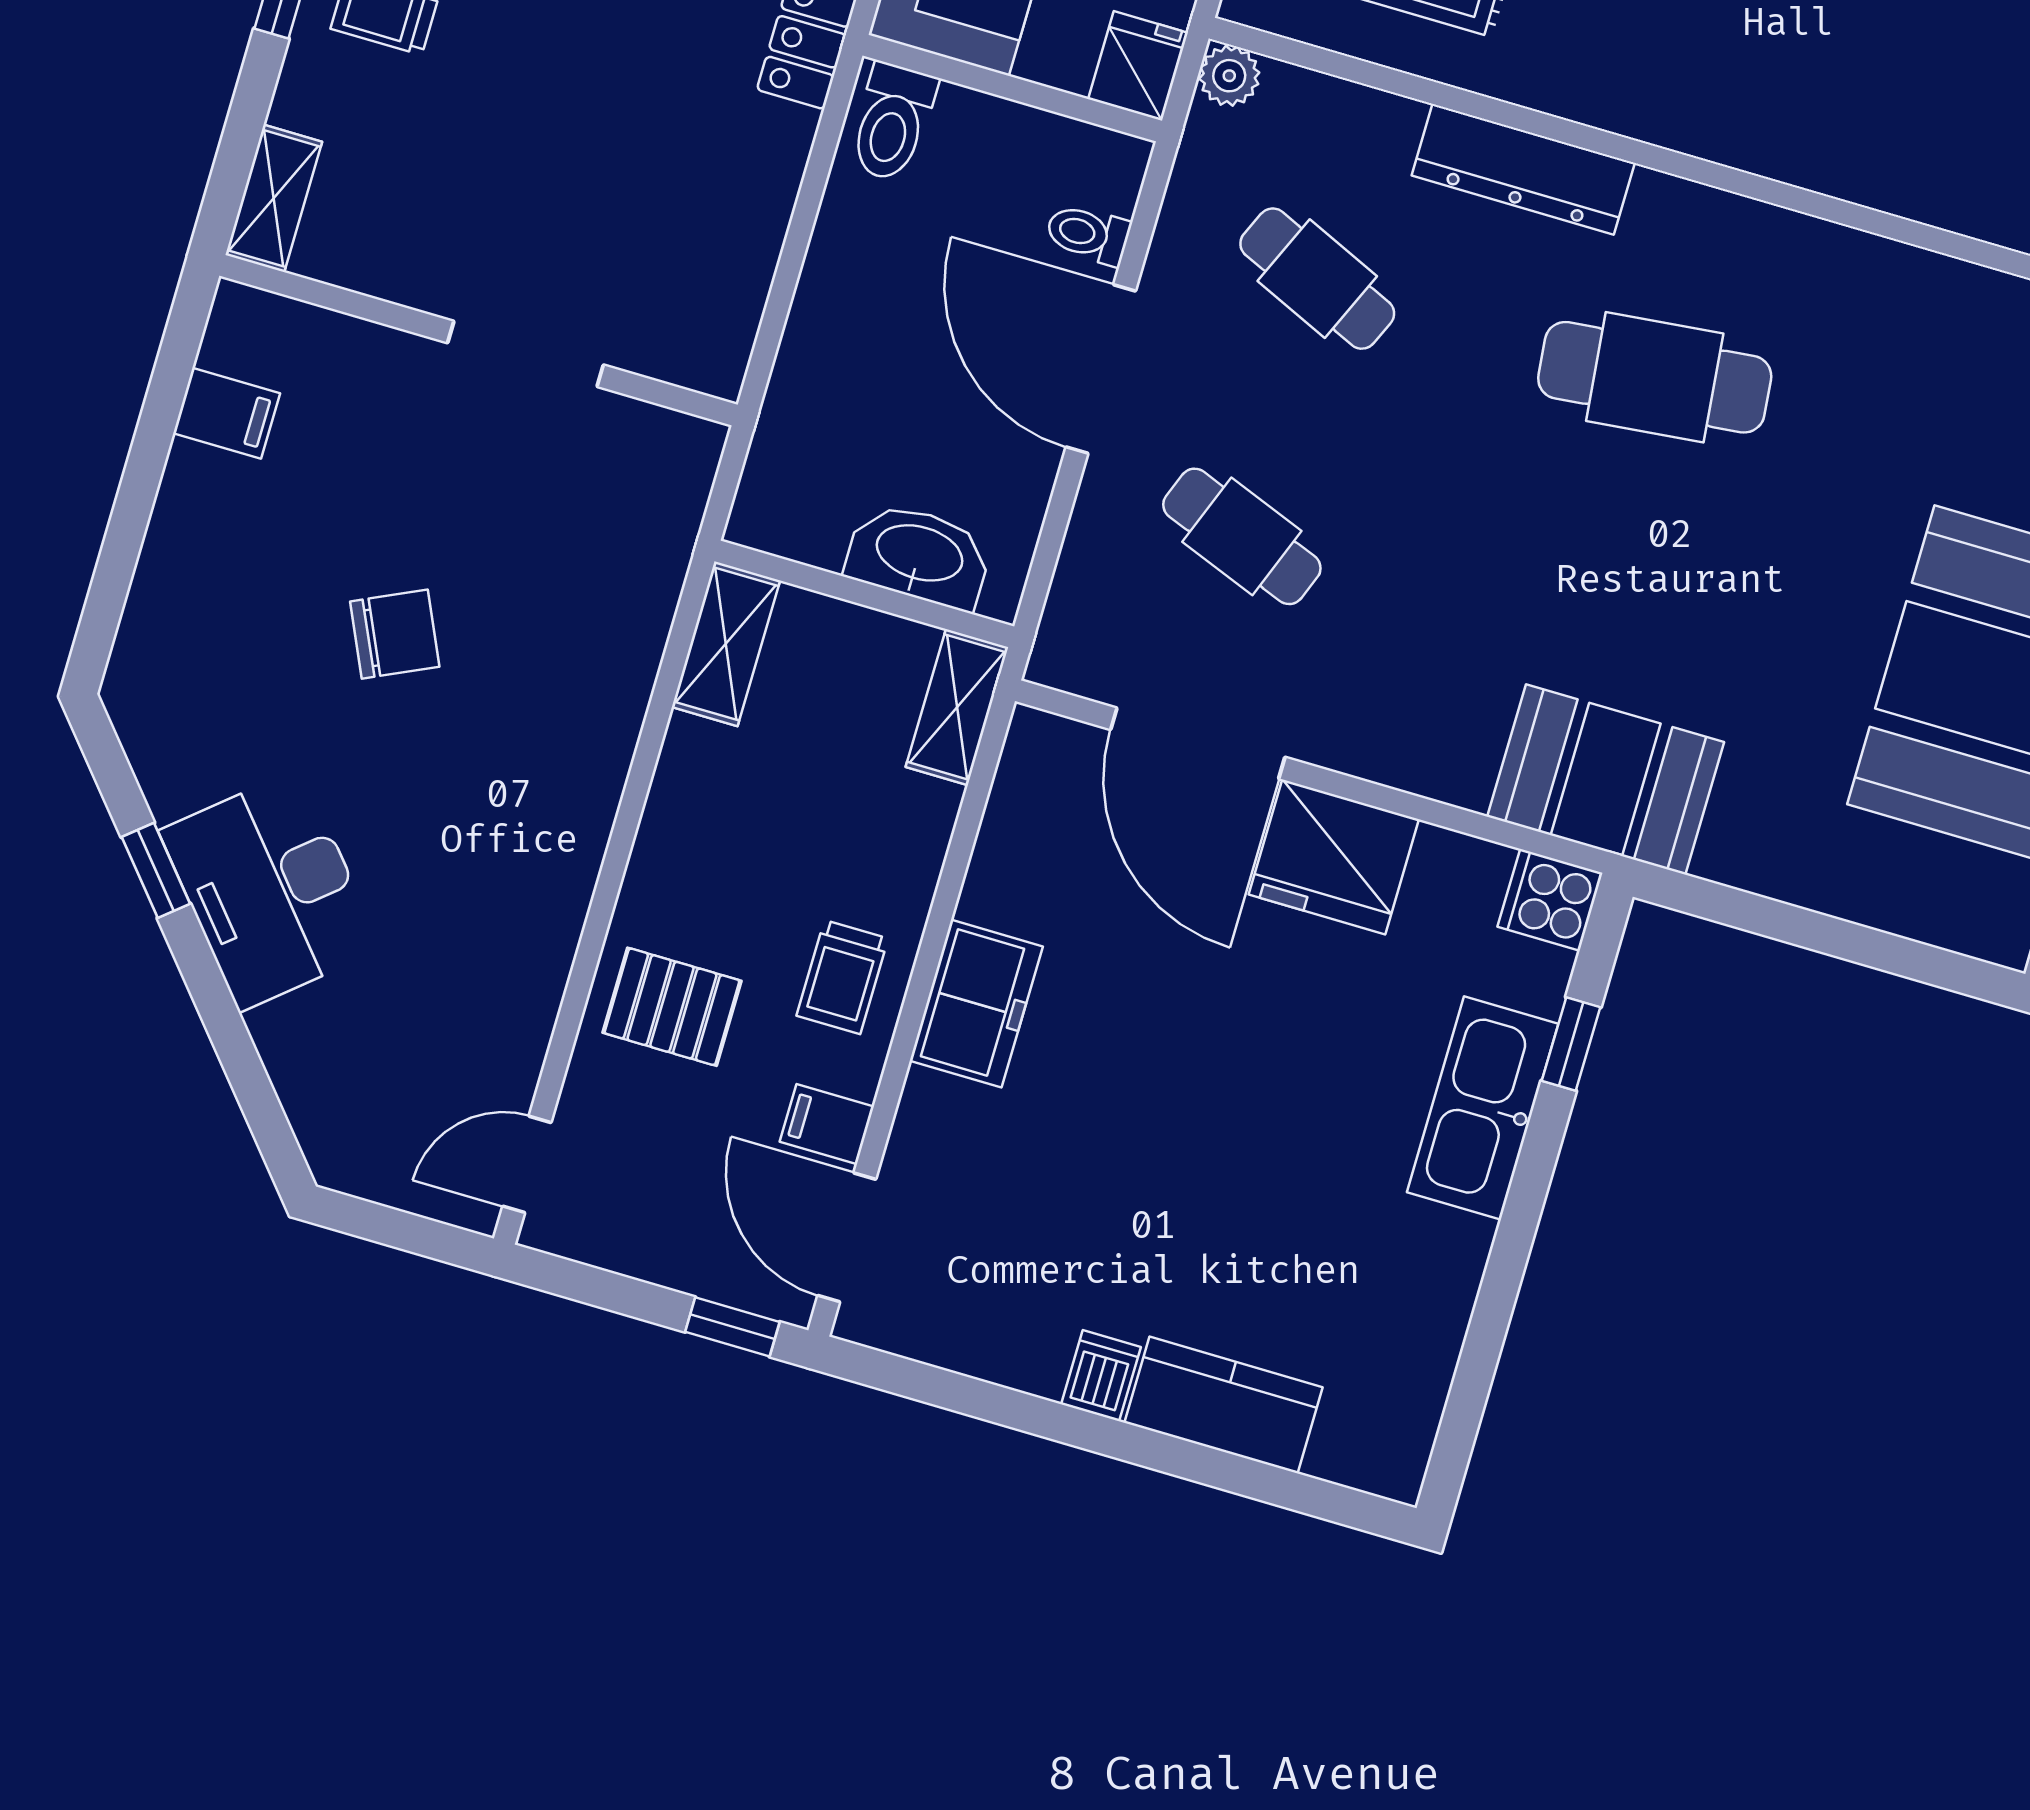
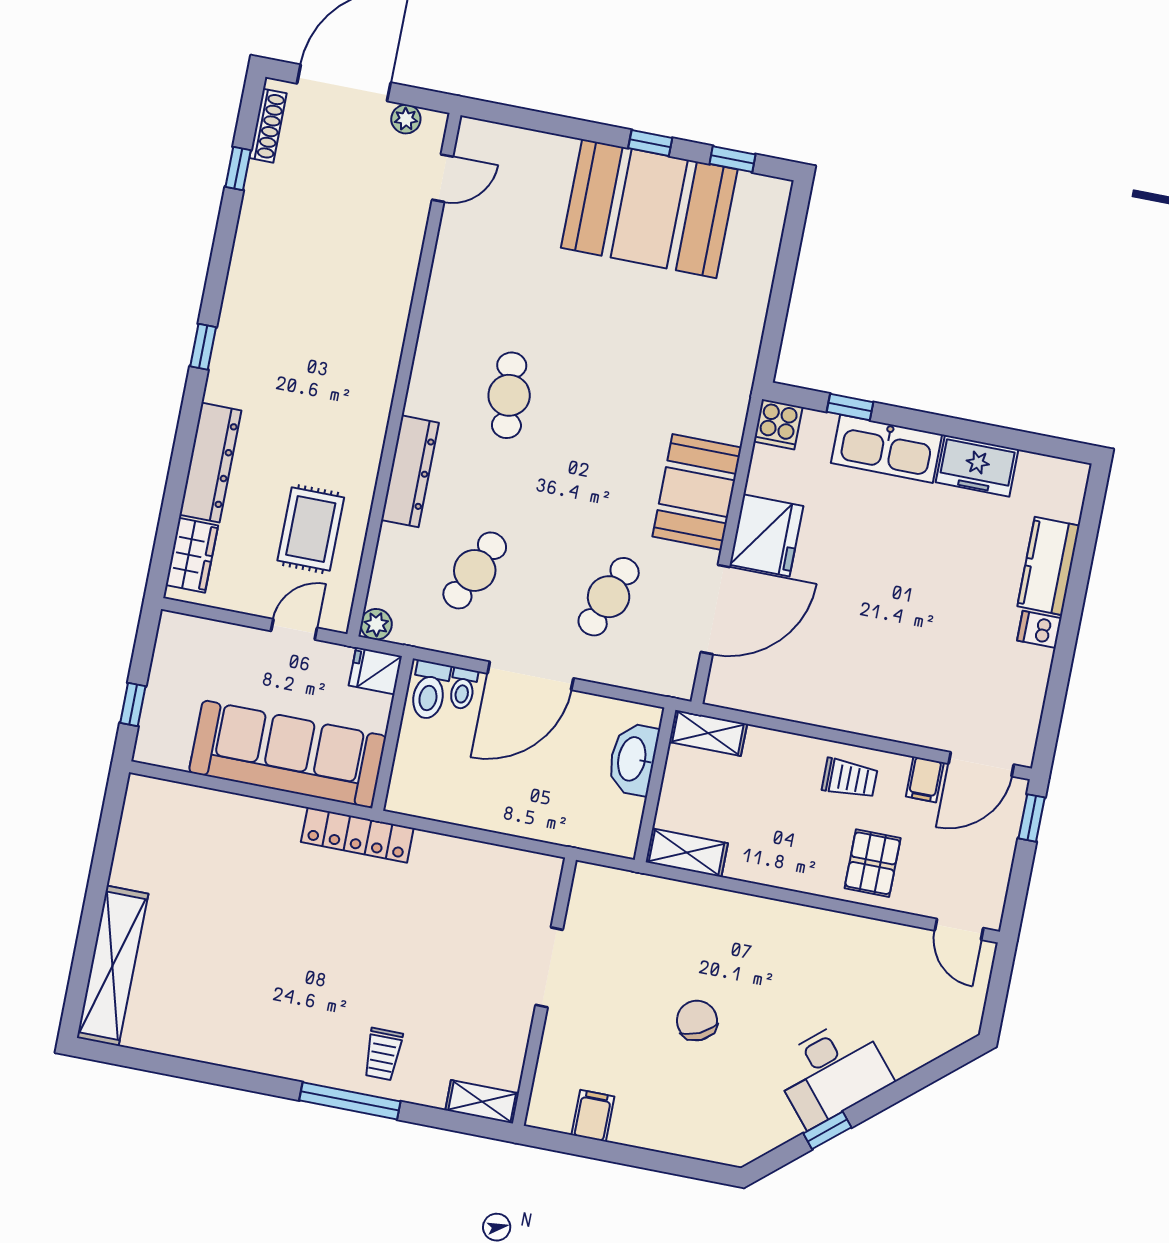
toilet: (892, 122) -> (429, 690), moved, turned 90
cafe table: (1655, 377) -> (509, 395), width x0.73, depth x0.74
booth: (1606, 779) -> (697, 492), moved
freezer: (976, 1004) -> (977, 466), moved, turned 180

